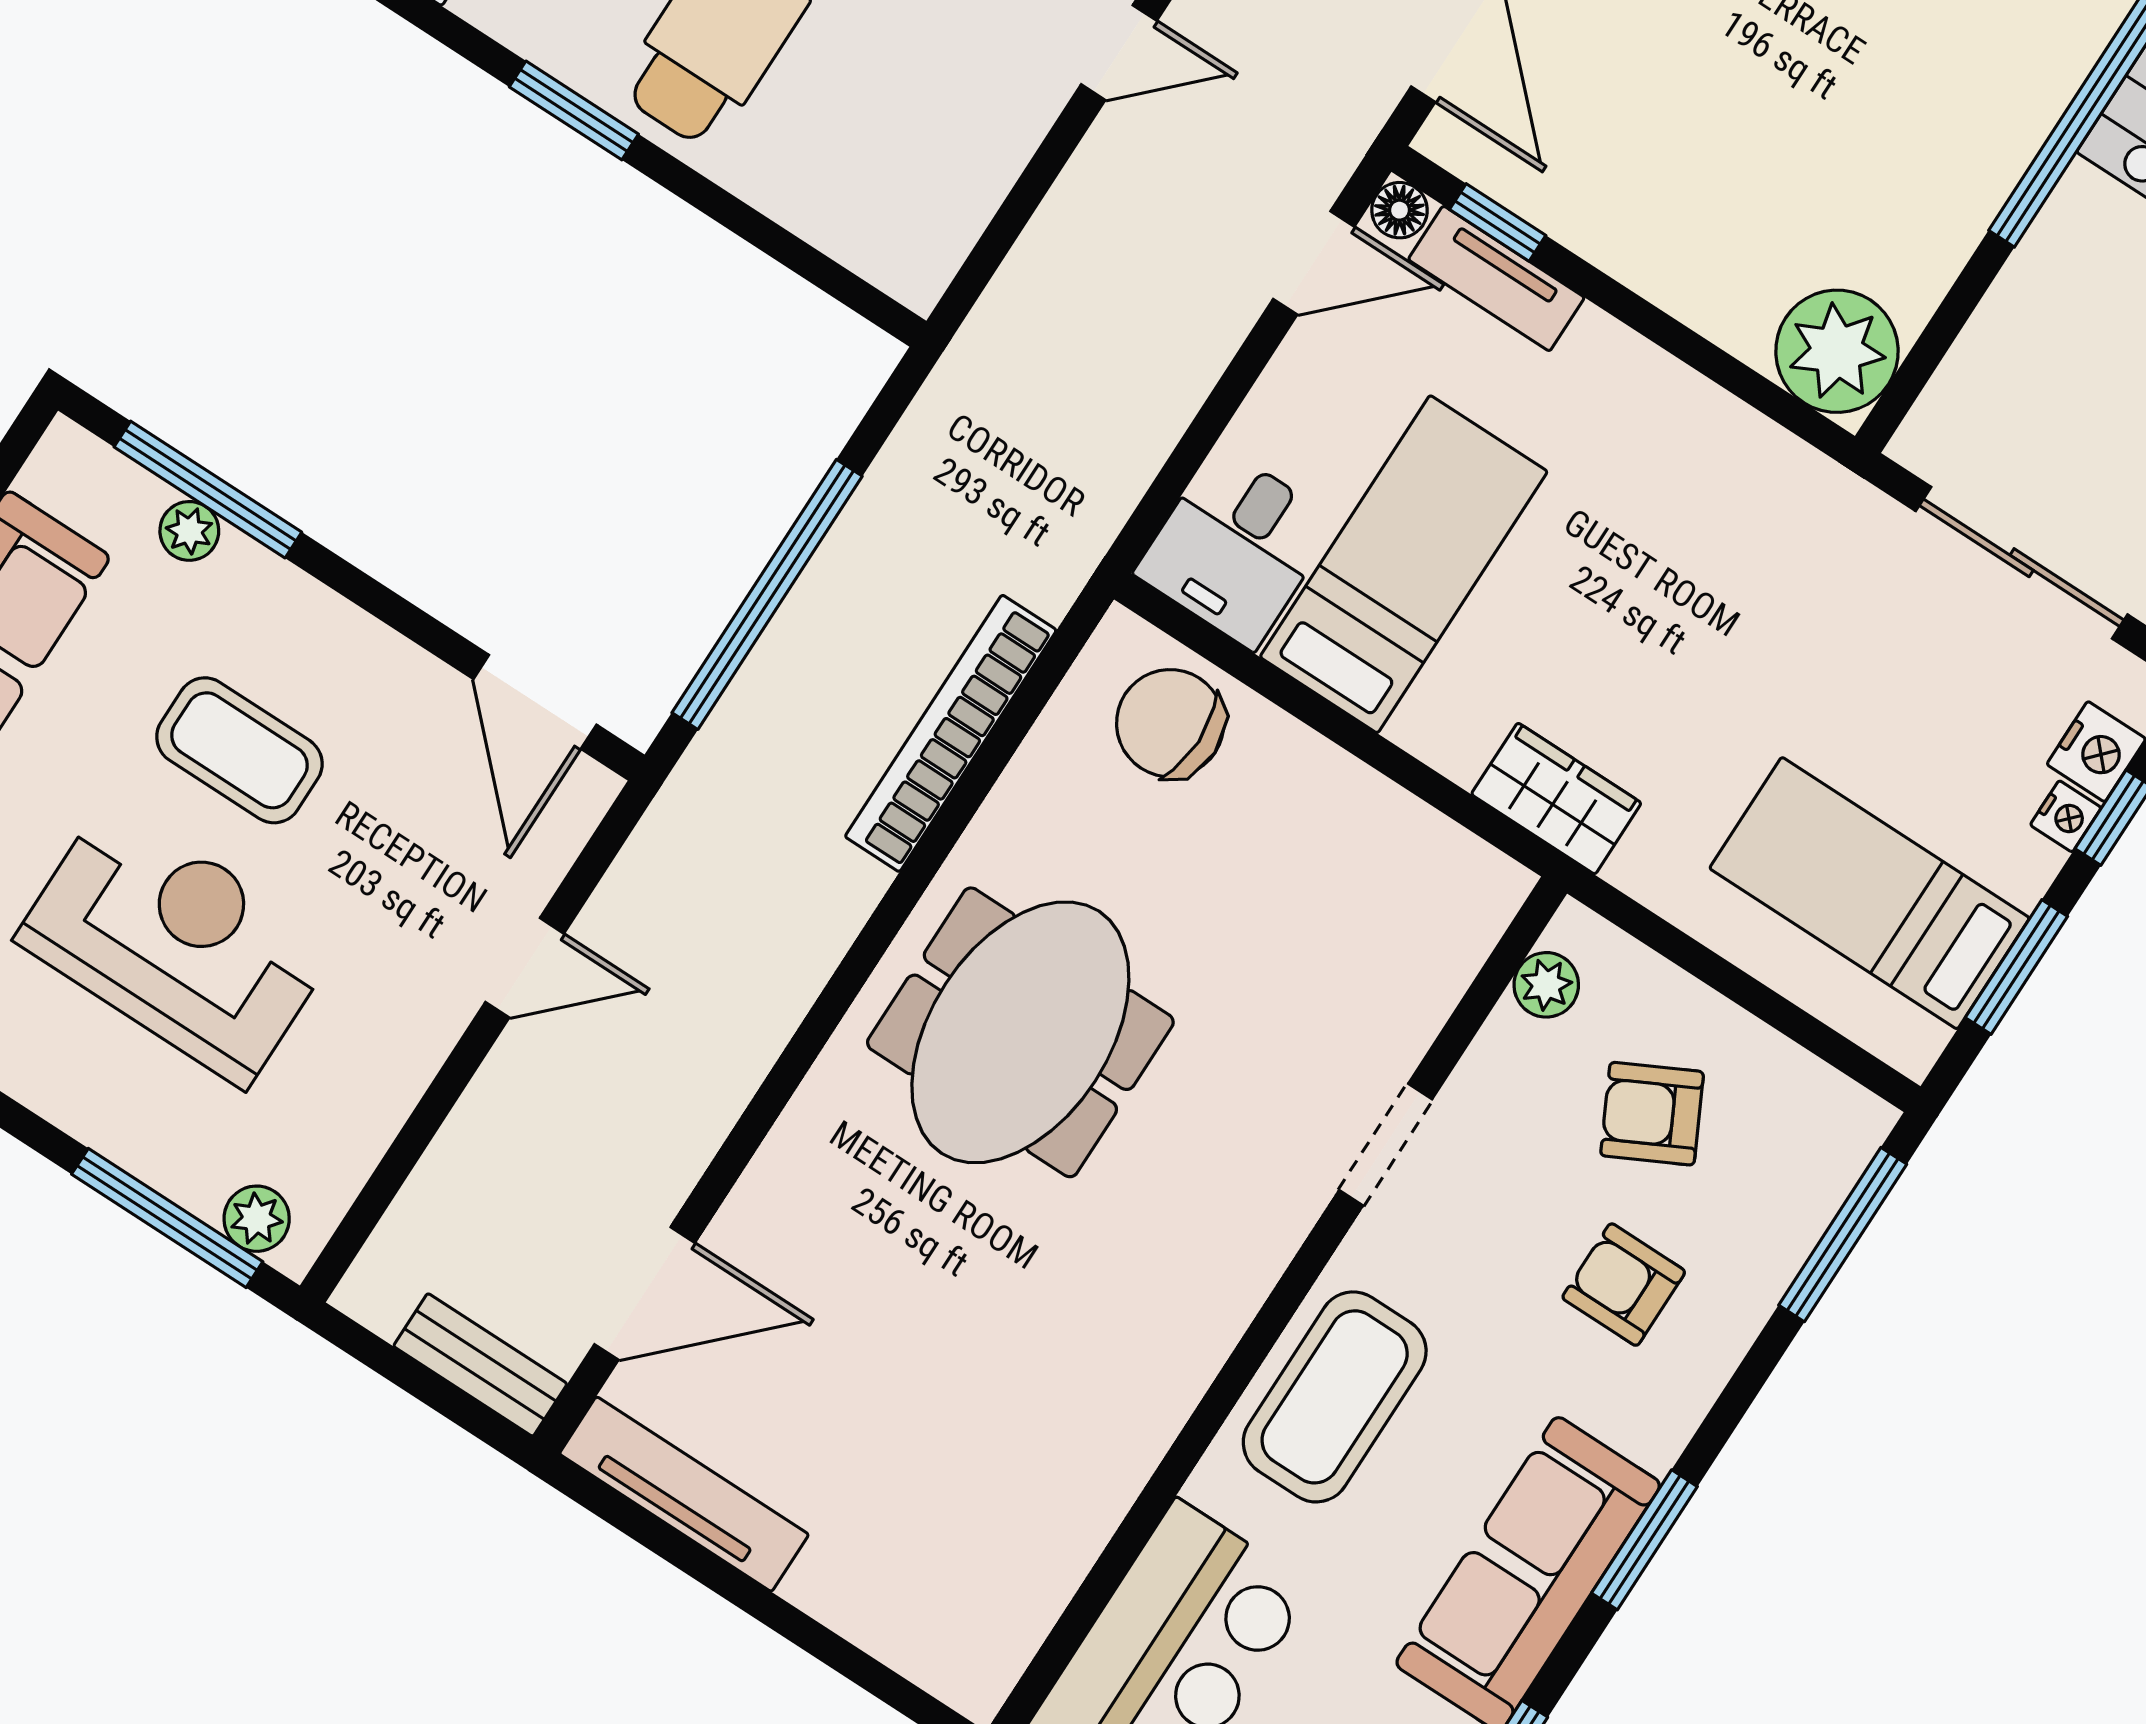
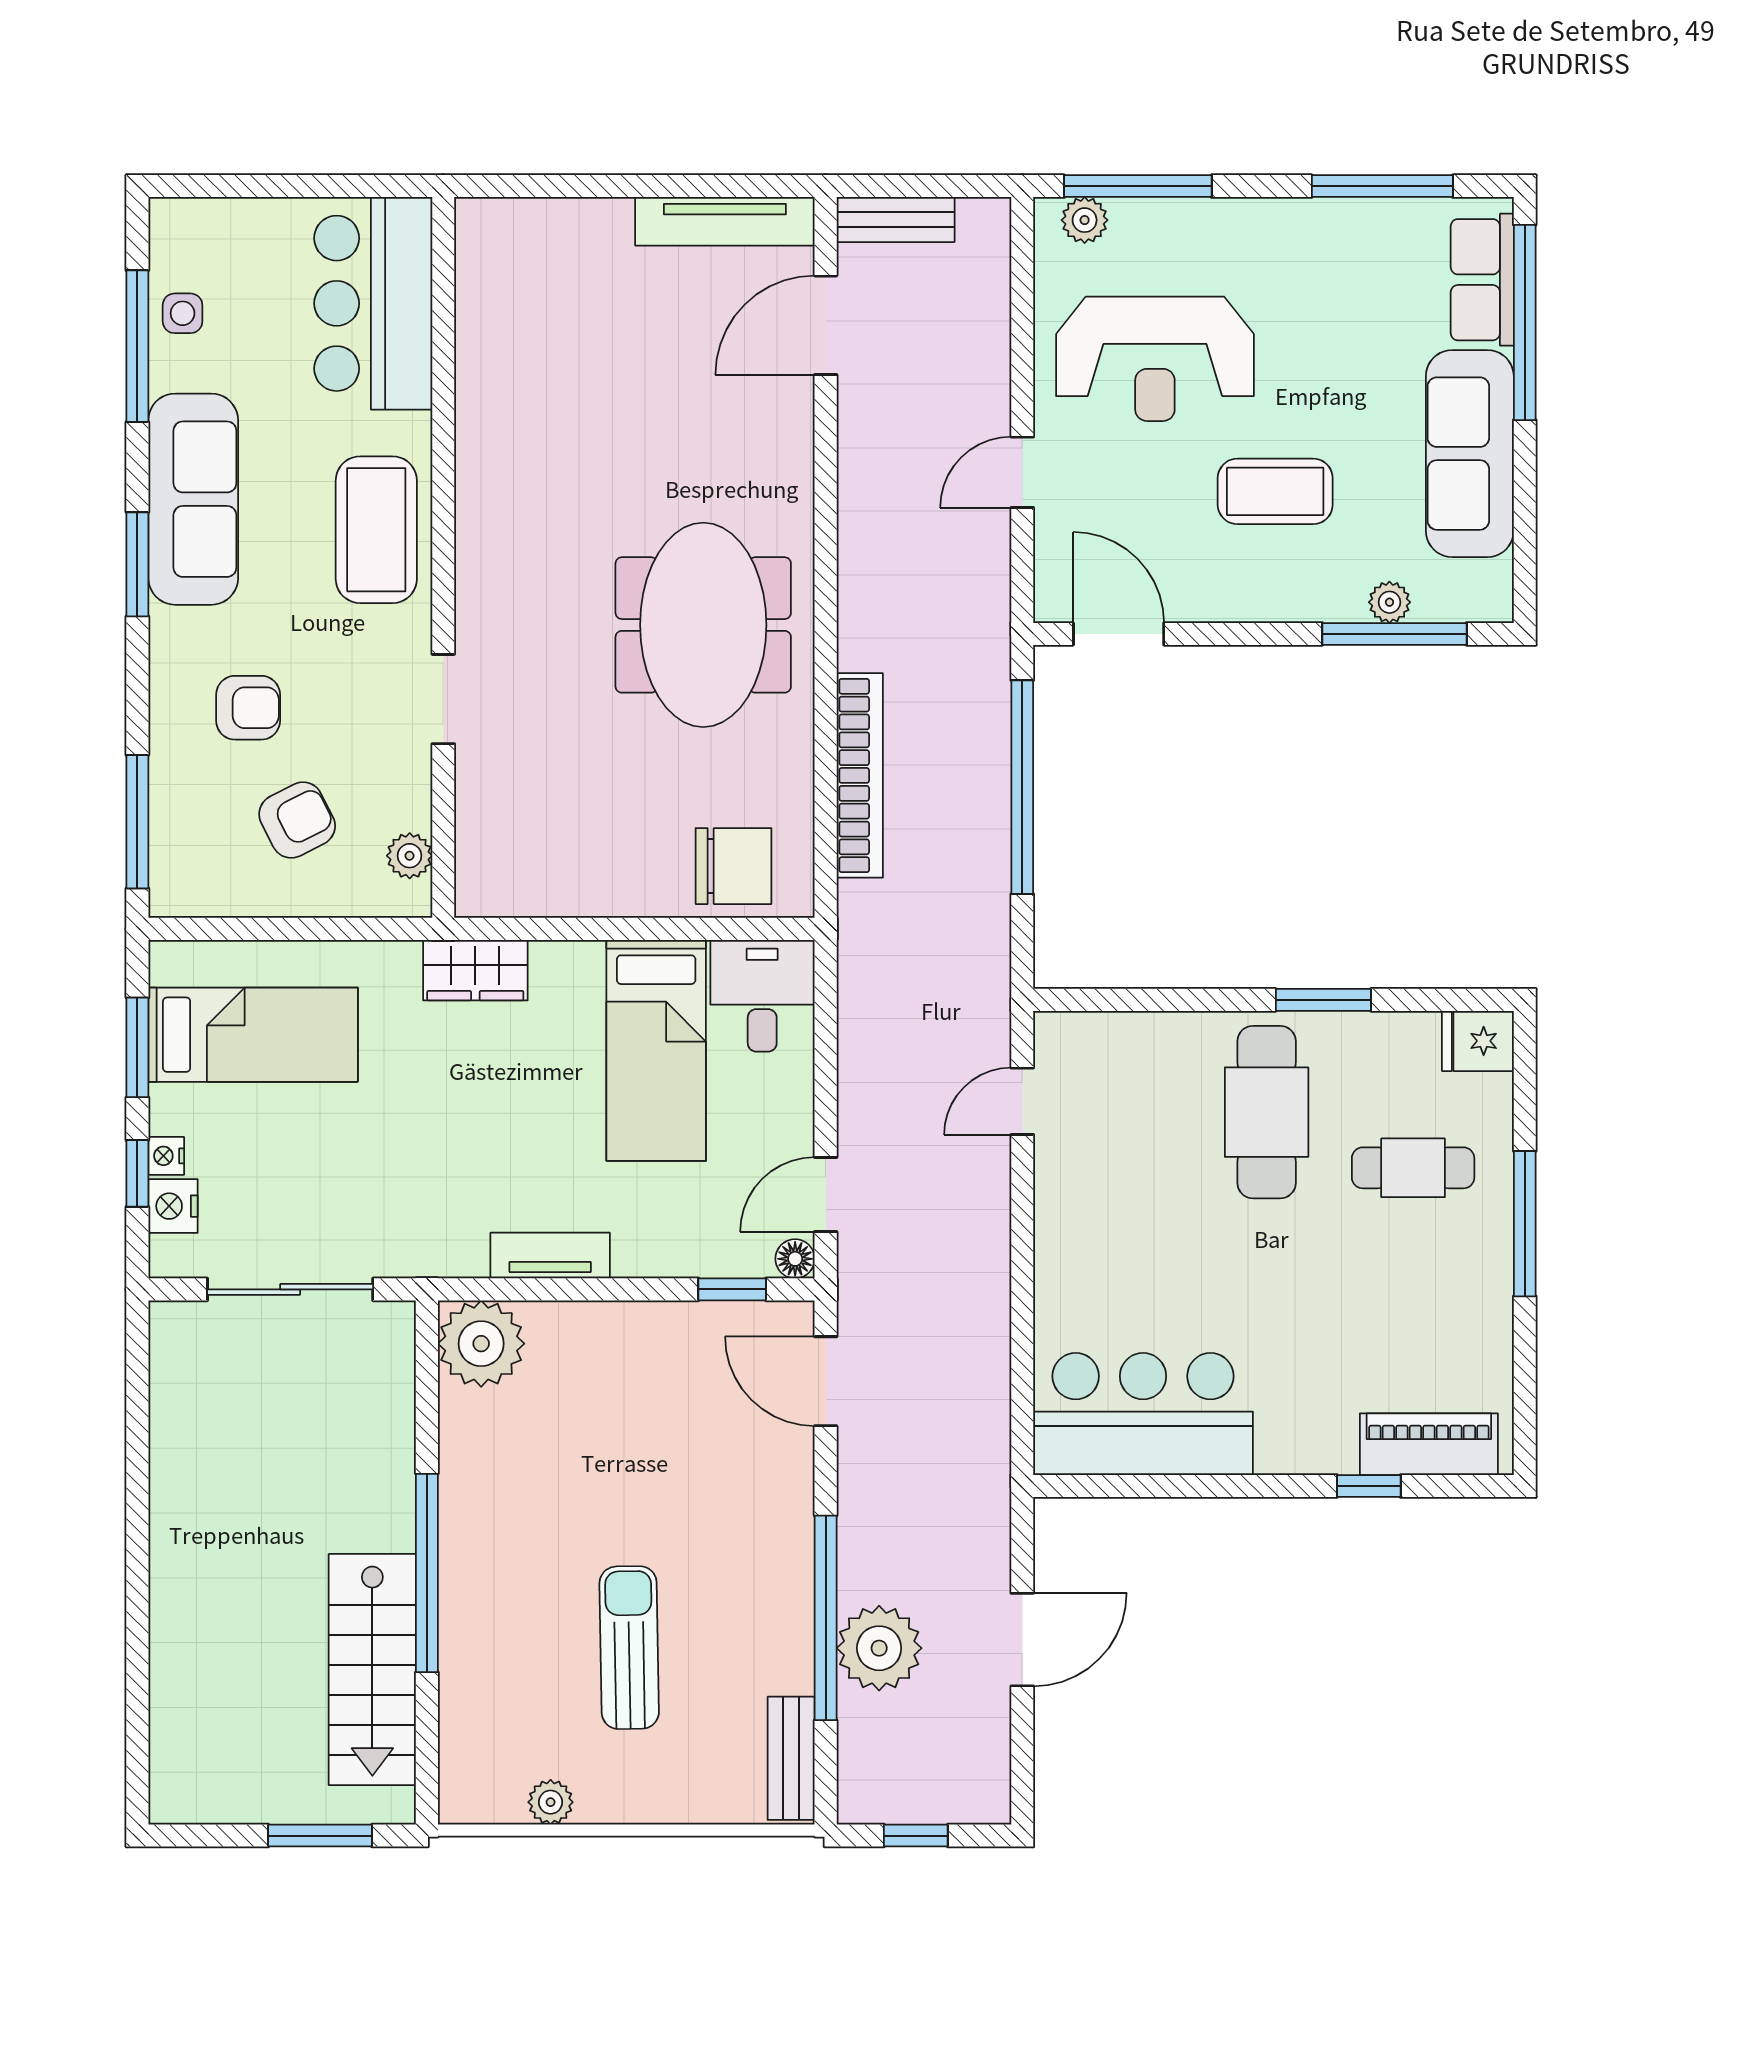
door: (1119, 53) -> (1022, 1101), moved
tv unit: (1496, 278) -> (550, 1256), moved
reception desk: (177, 943) -> (1155, 359), moved

